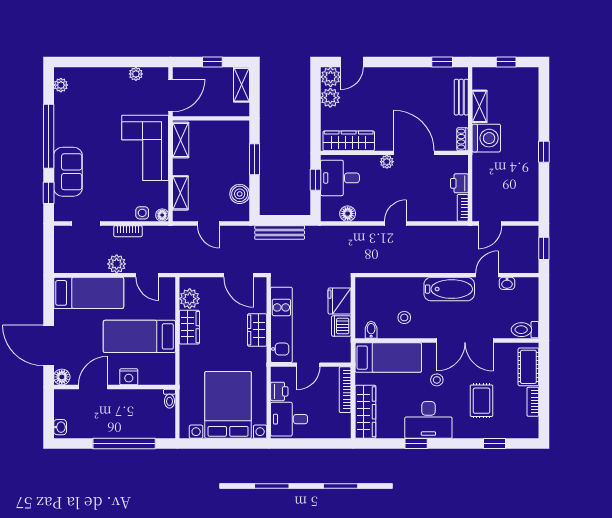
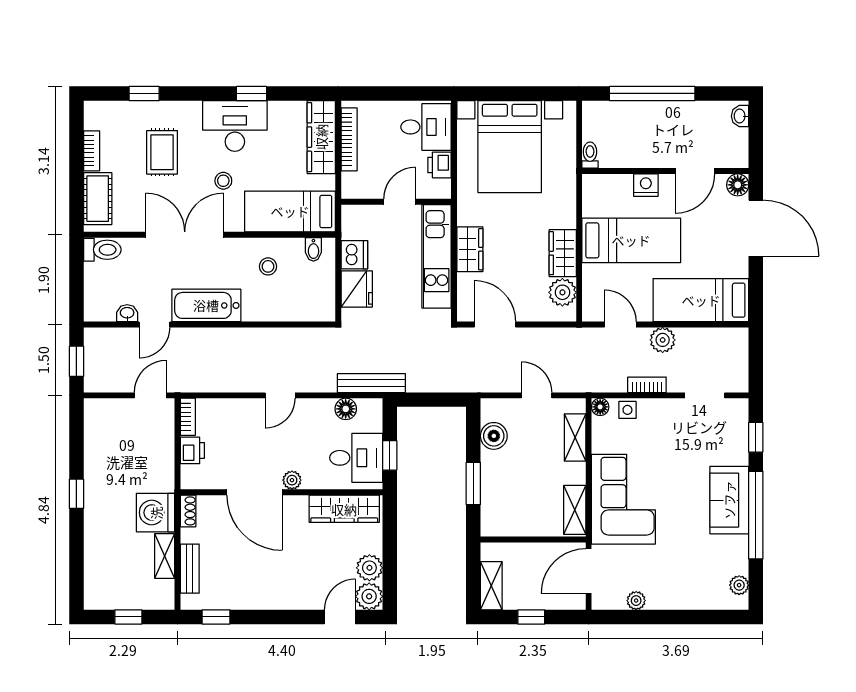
sofa: (68, 172) -> (729, 500), moved
bench: (280, 232) -> (371, 383), moved
bookcase: (345, 390) -> (349, 139), moved

